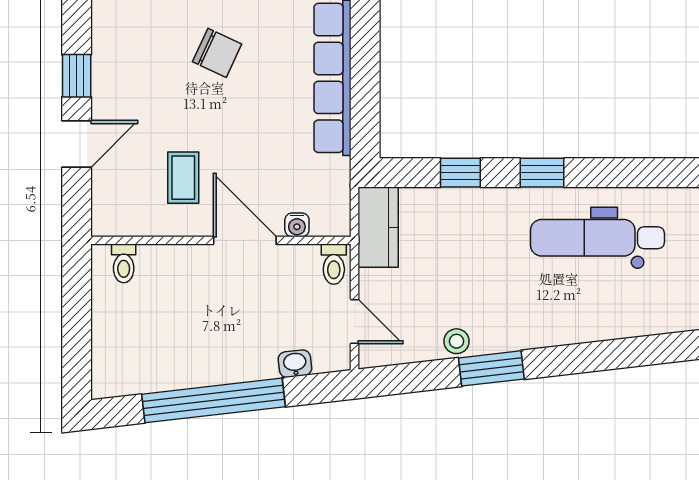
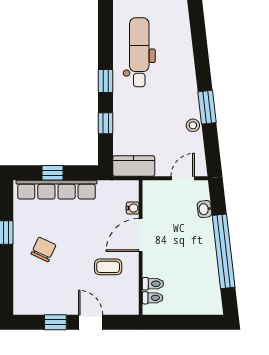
window: (365, 70) -> (53, 173), added
dental chair: (597, 238) -> (139, 52), turned 180
toilet: (334, 264) -> (153, 284), moved

